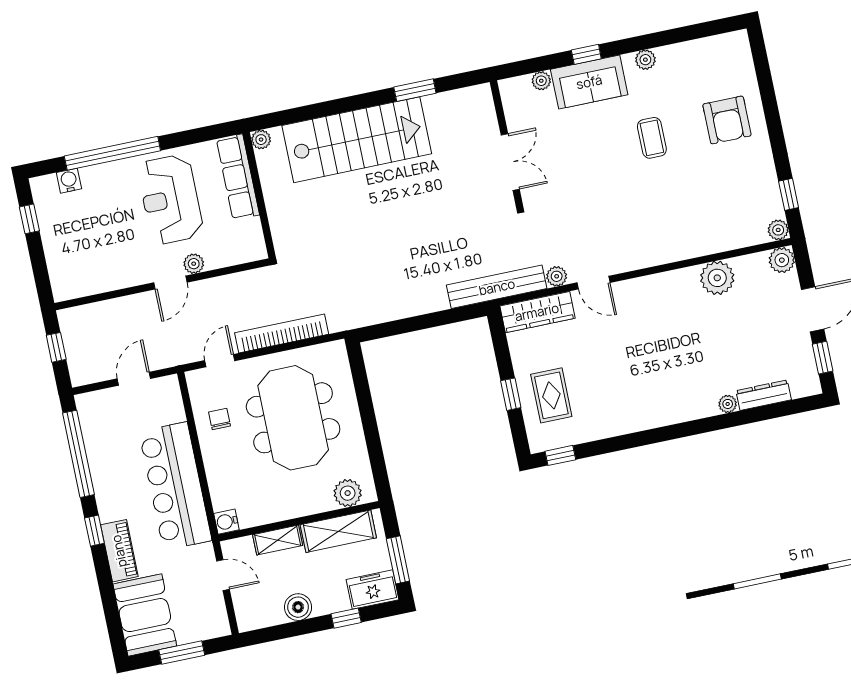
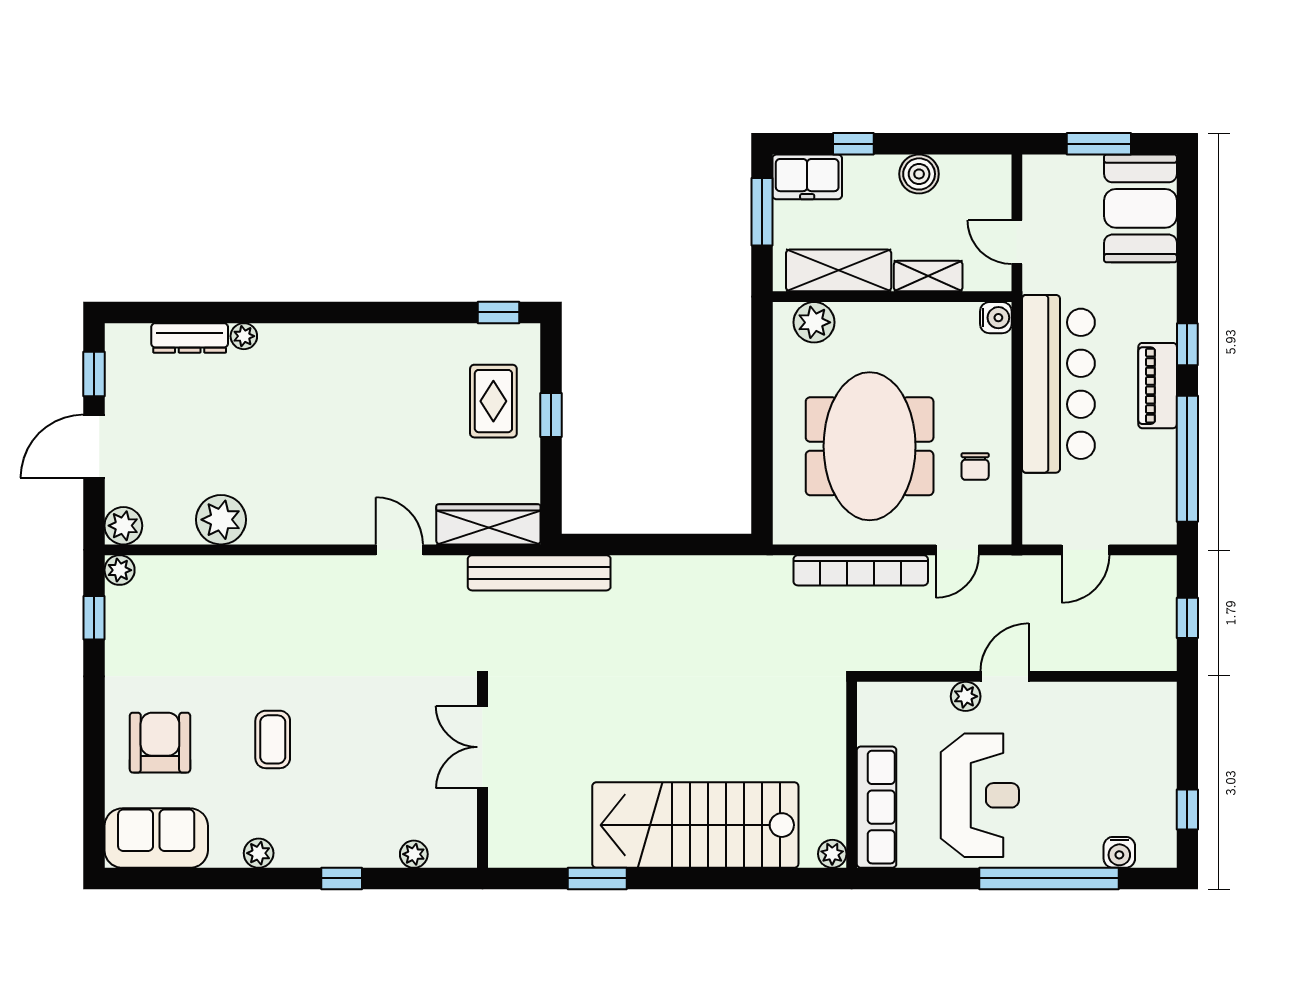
sofa: (589, 82) -> (156, 838), moved
plant: (557, 276) -> (450, 570), removed
piano: (119, 551) -> (1158, 386), moved

